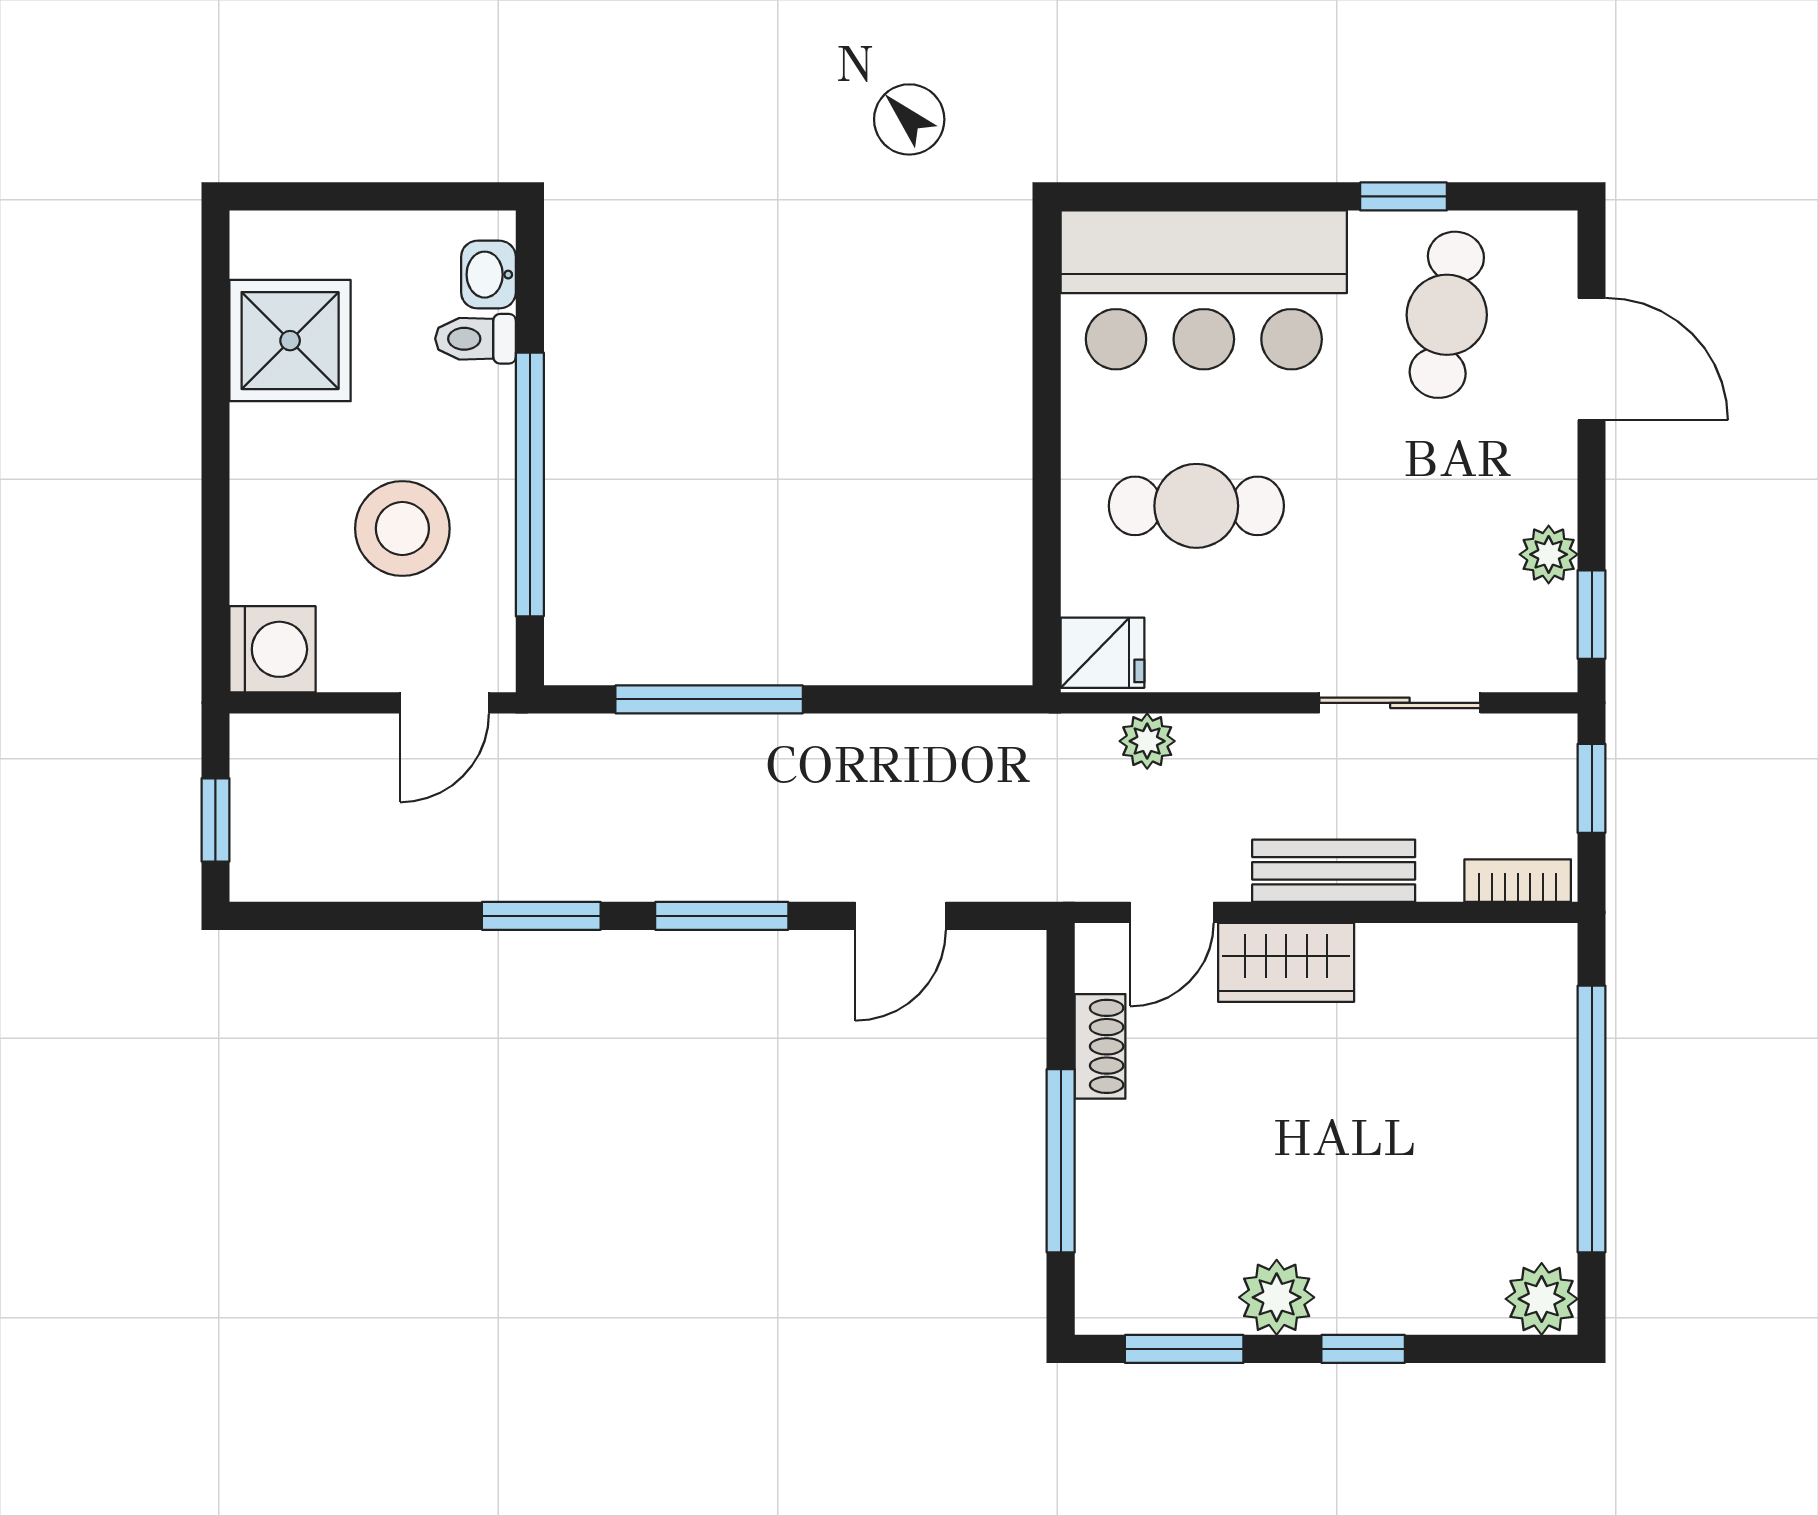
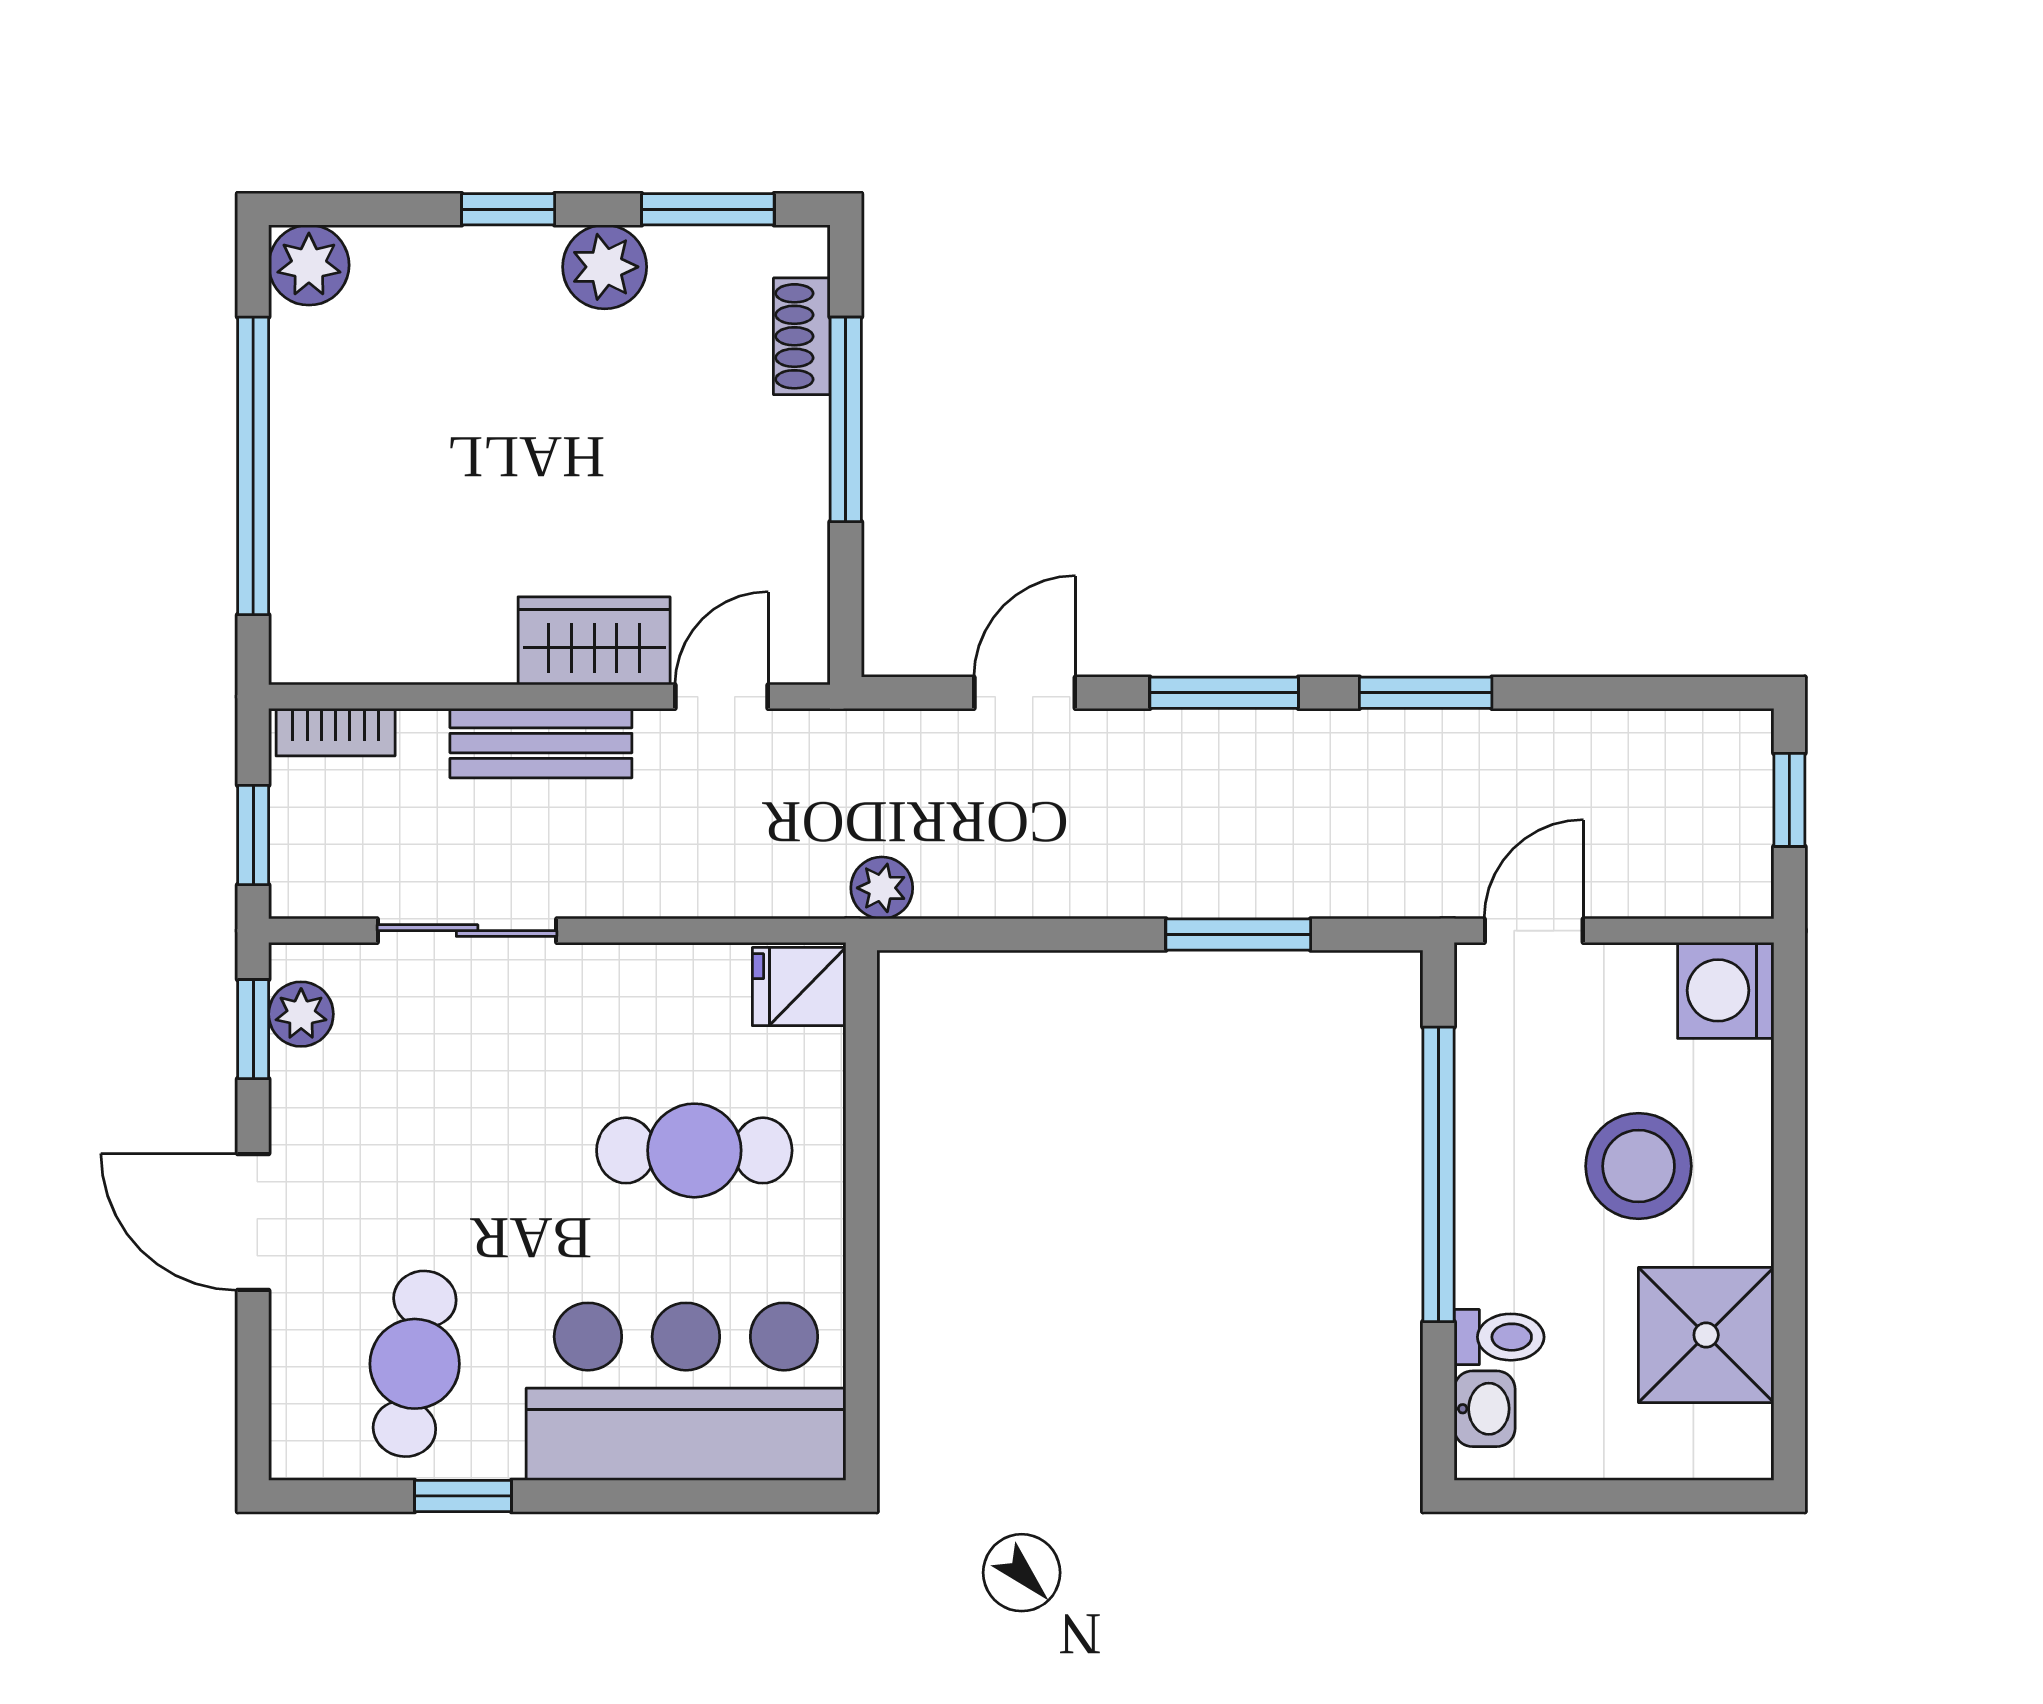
door: (1592, 359) -> (253, 1222), moved
stool: (402, 529) -> (1639, 1166), moved
plant: (1549, 554) -> (301, 1014), moved
window: (709, 699) -> (1238, 934), width x0.69
plant: (1147, 741) -> (882, 888), moved
shoe rack: (1100, 1046) -> (802, 336), moved

